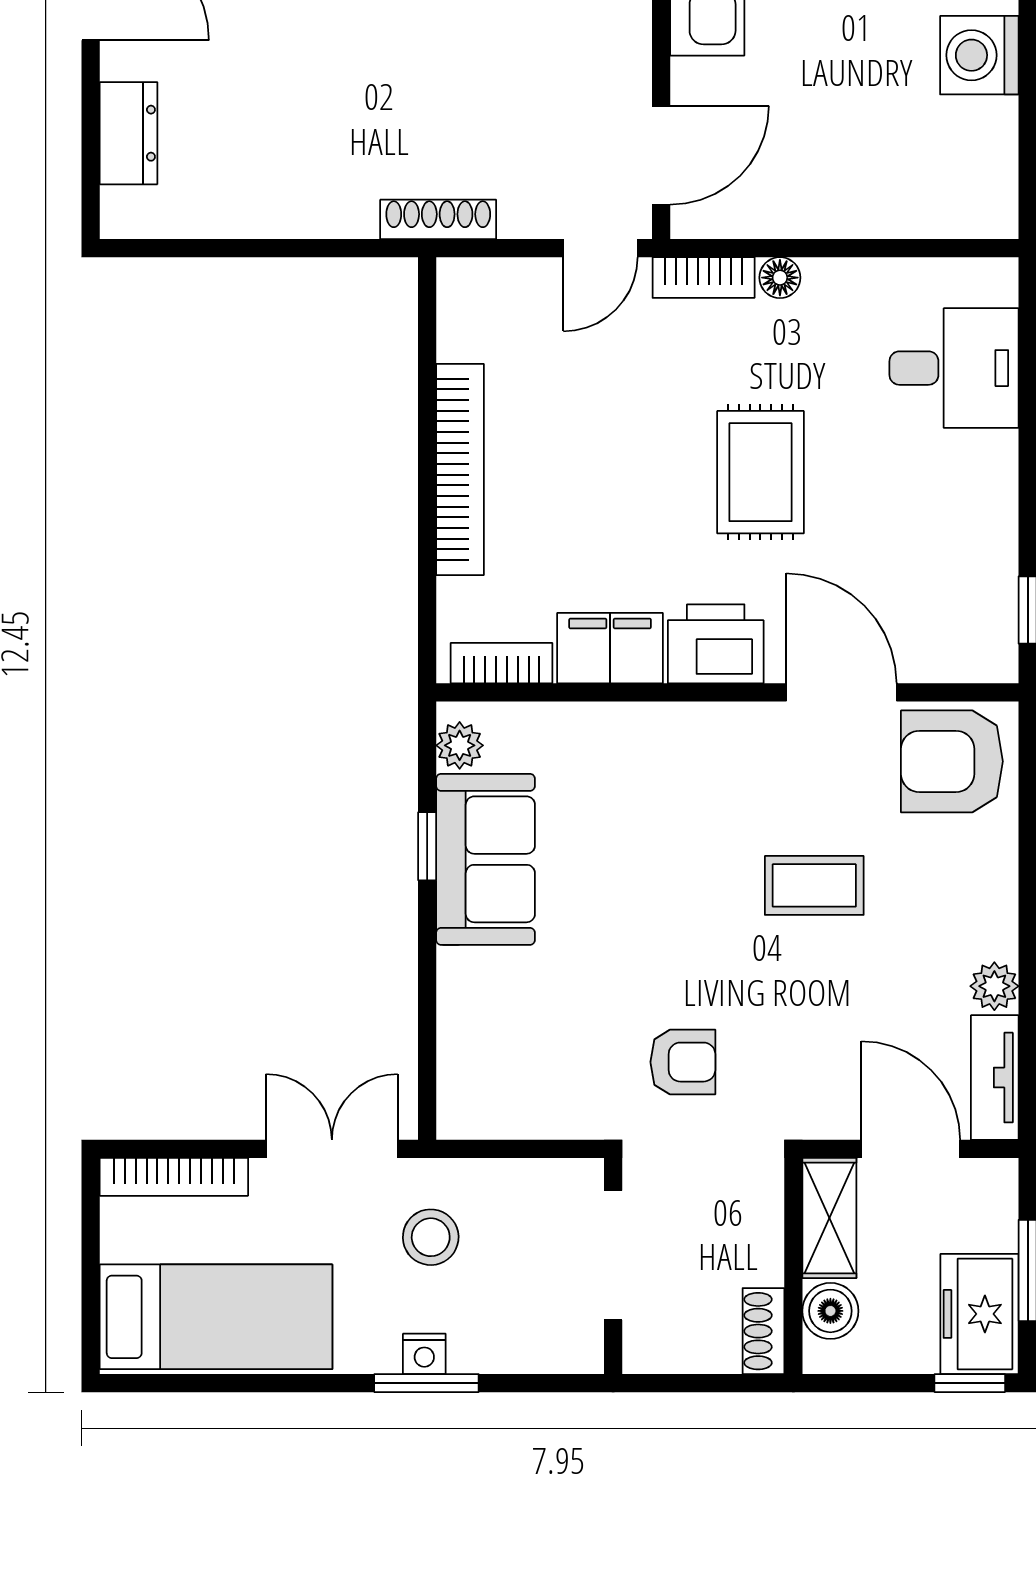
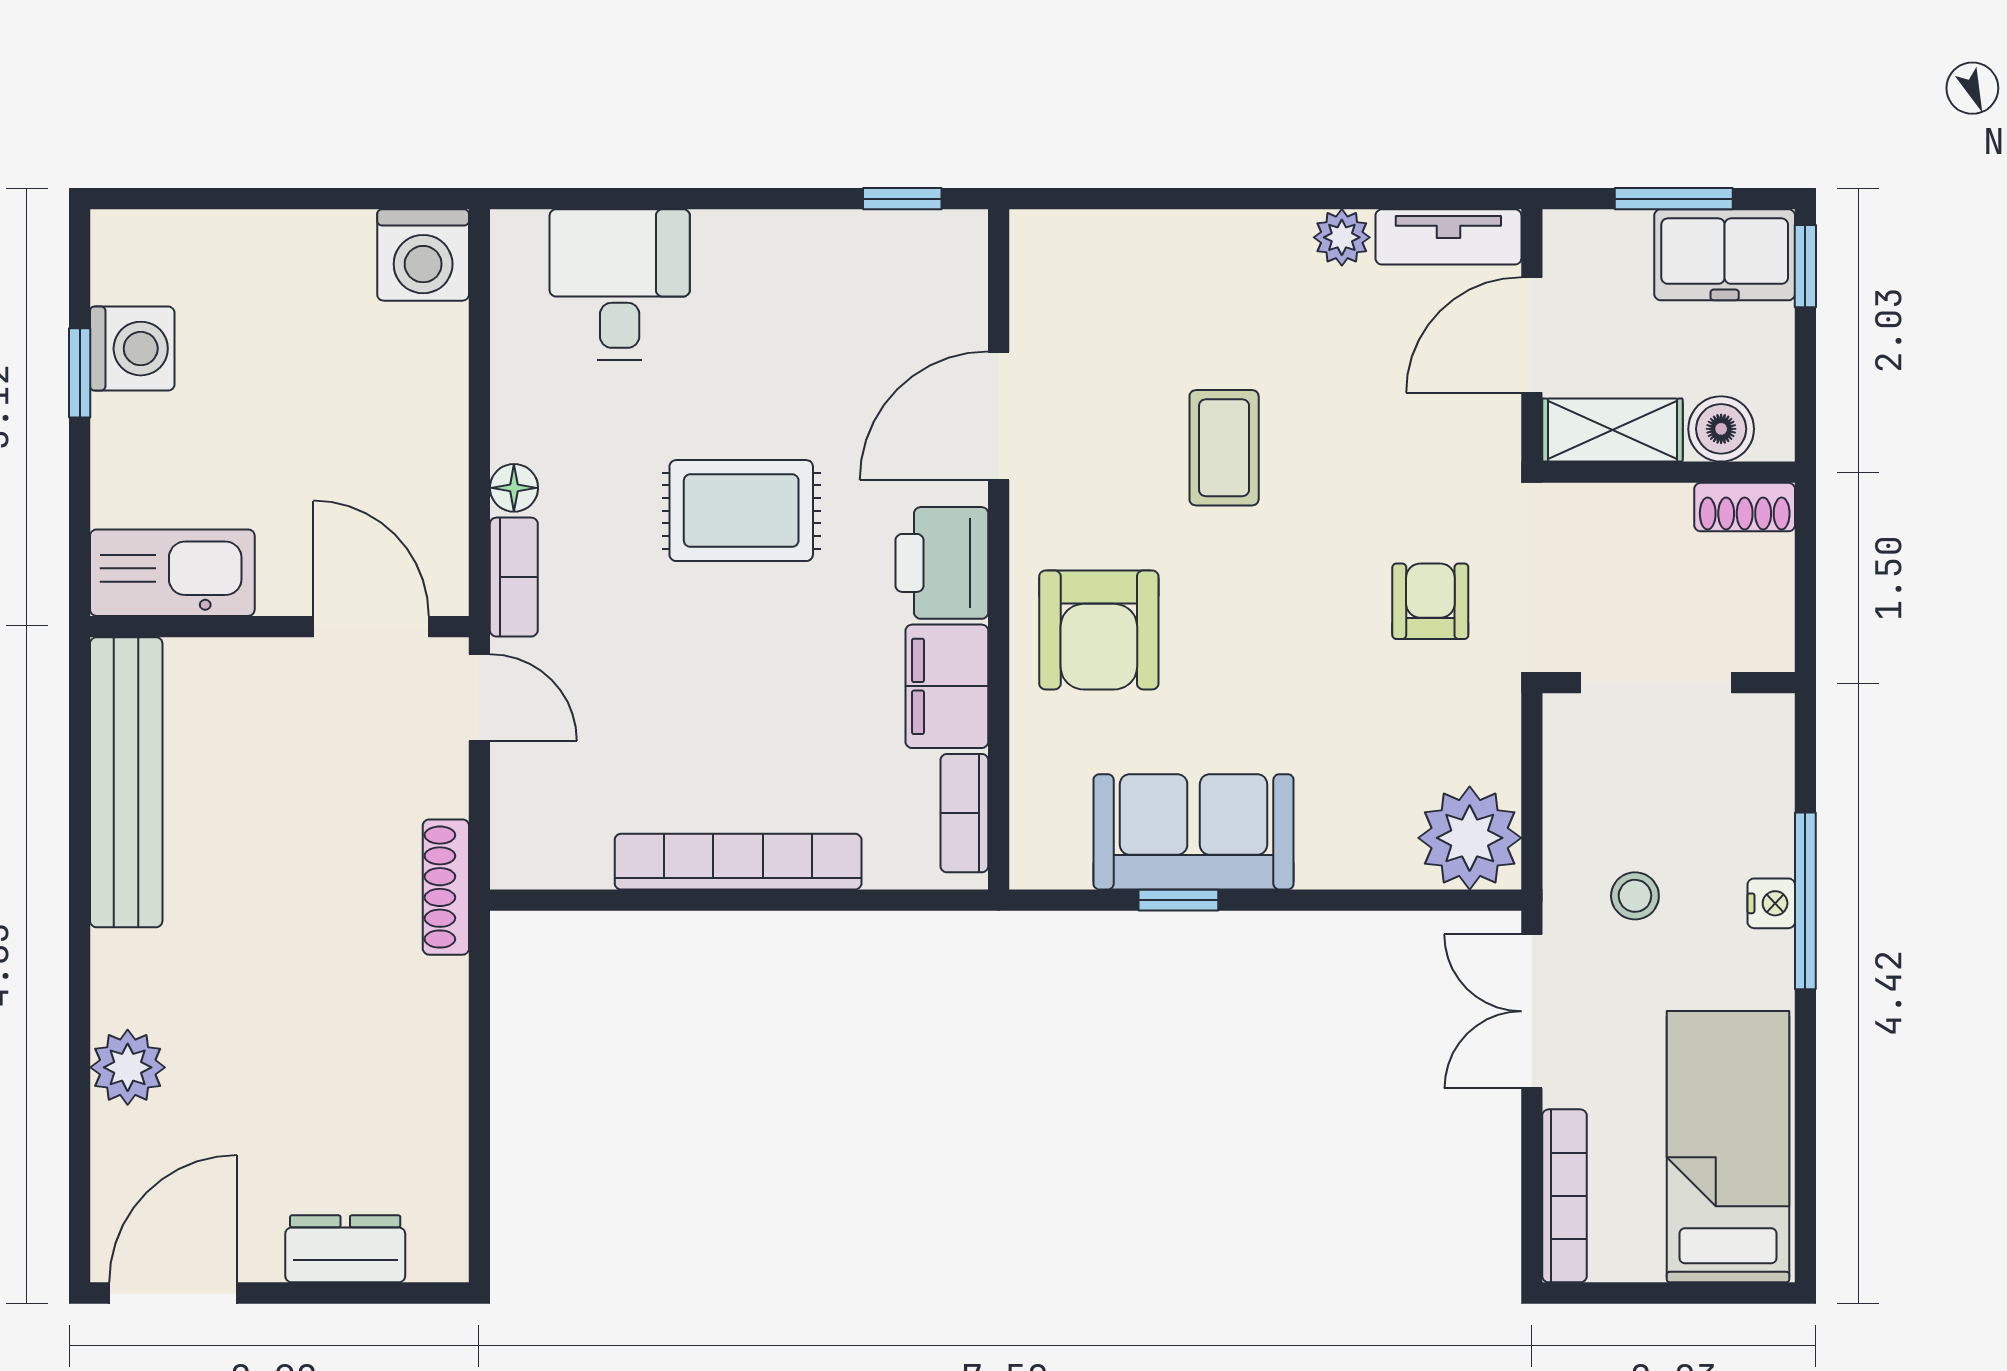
washing machine: (979, 55) -> (423, 255), moved
plant: (460, 745) -> (1470, 838), moved, width x1.88, depth x1.88
armchair: (952, 761) -> (1099, 630), moved
stool: (431, 1237) -> (1635, 896), width x0.73, depth x0.73
window: (426, 1383) -> (1805, 901), width x1.44

